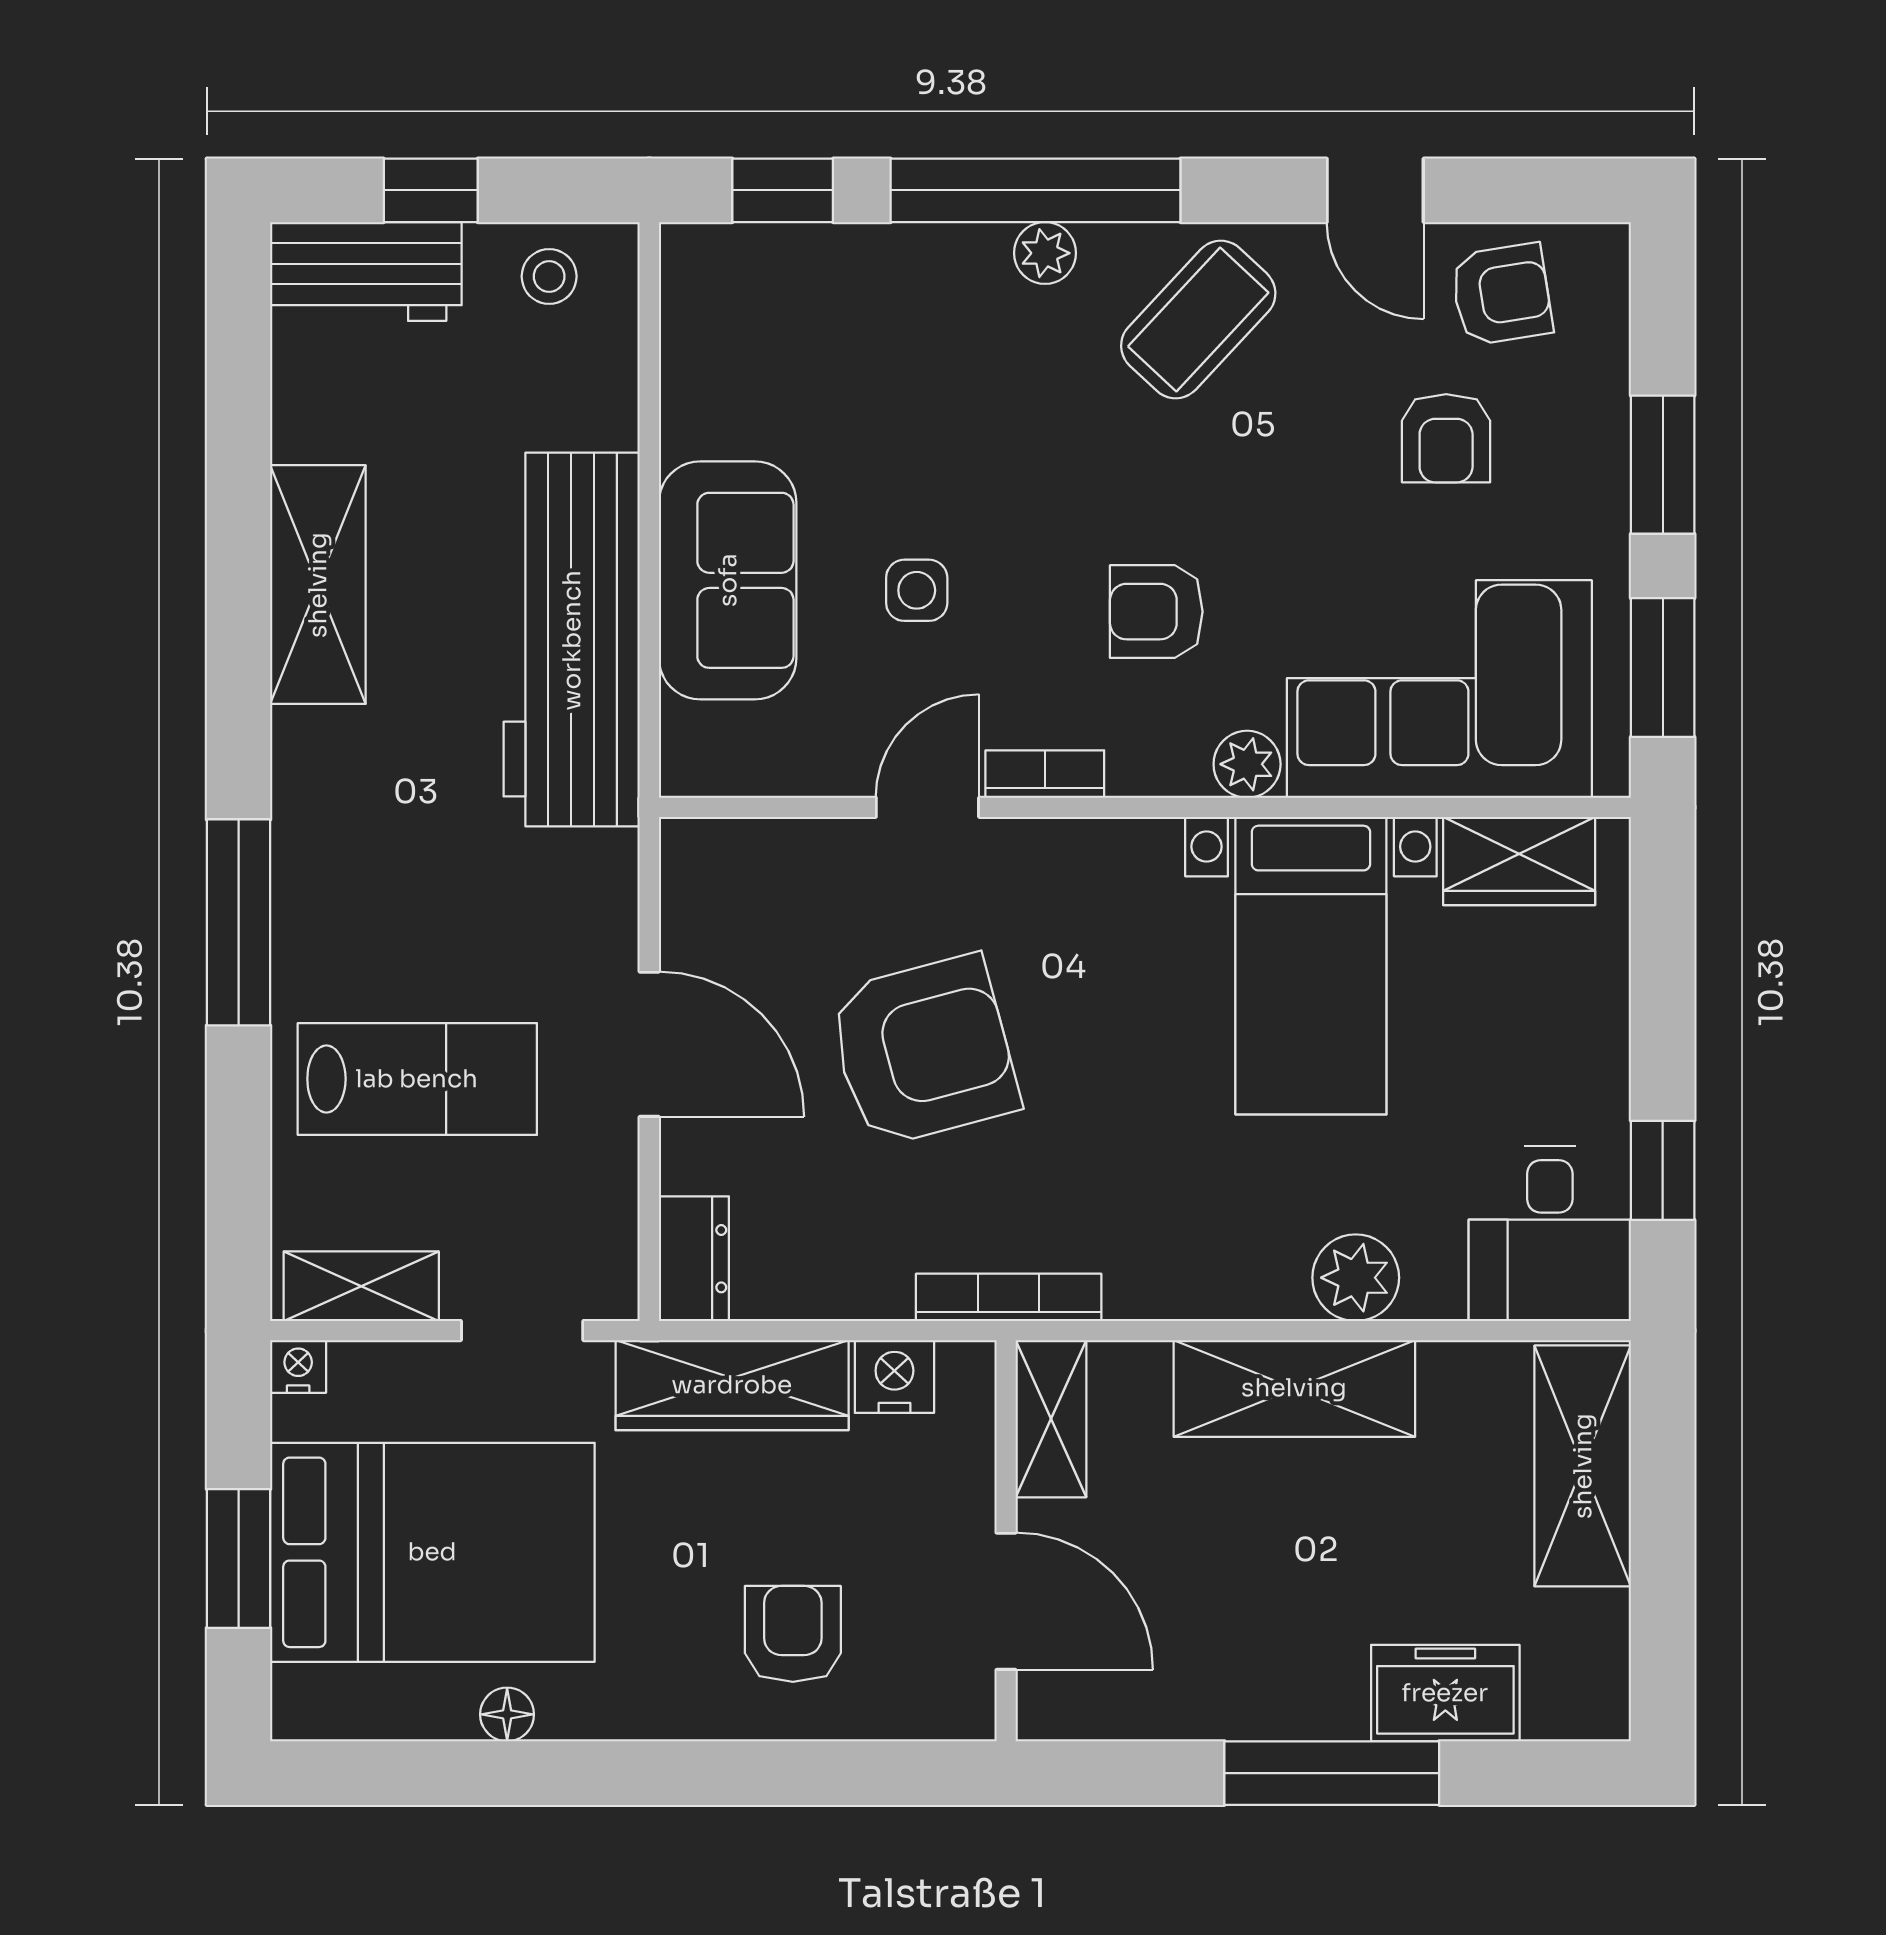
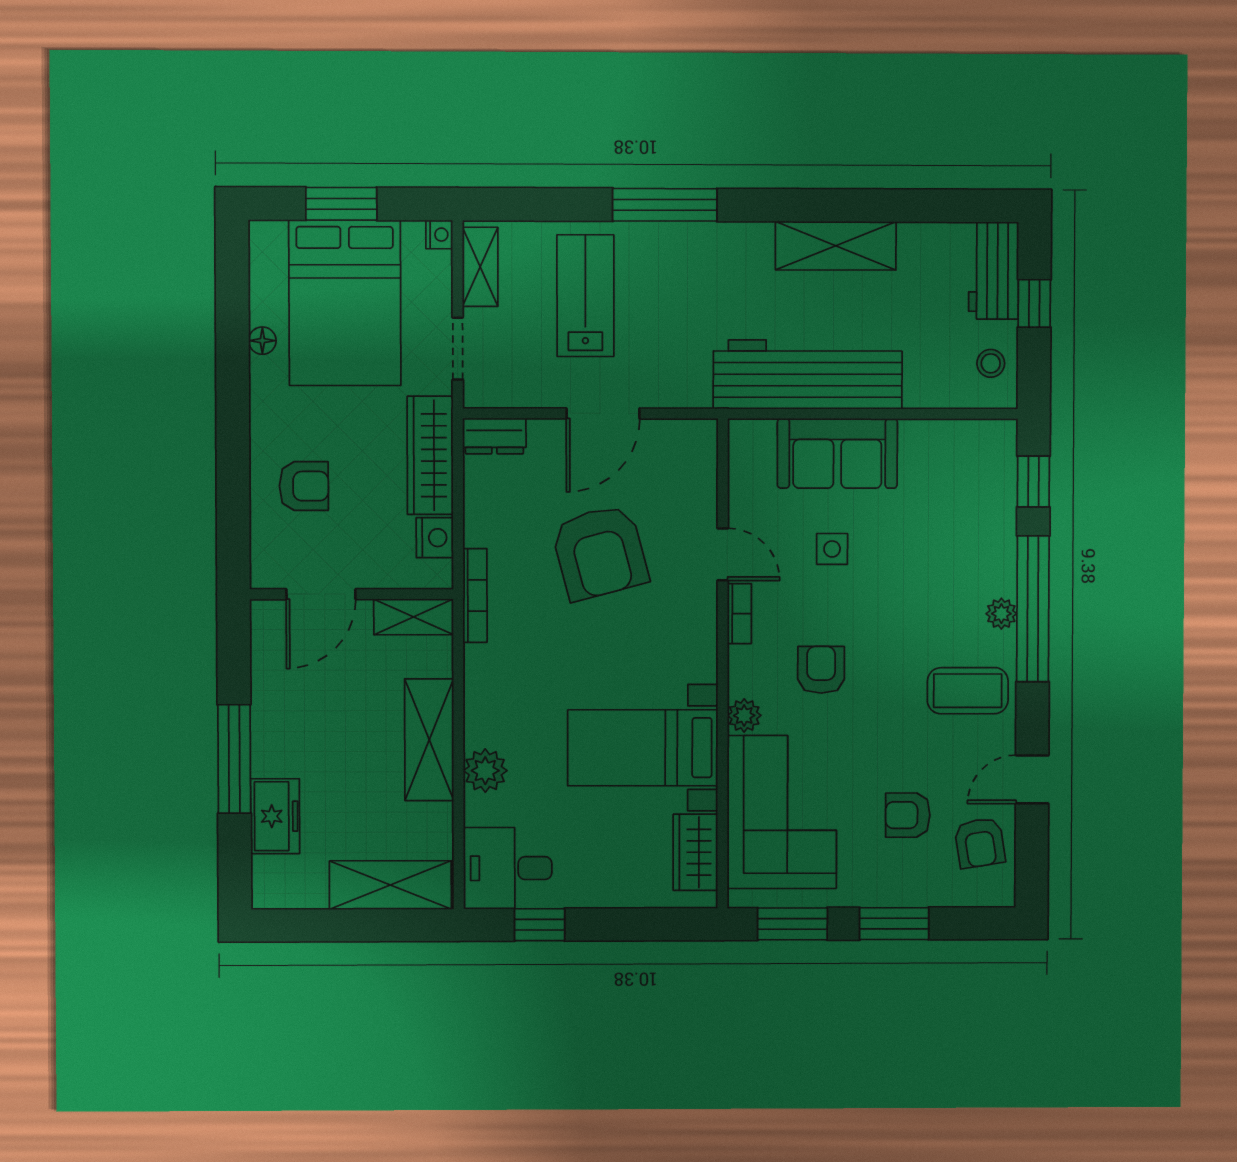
coffee table: (1198, 320) -> (968, 691), turned -43
lab bench: (417, 1079) -> (585, 296), turned 180

